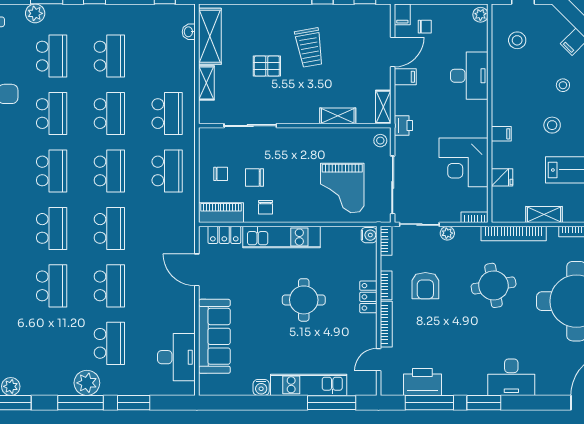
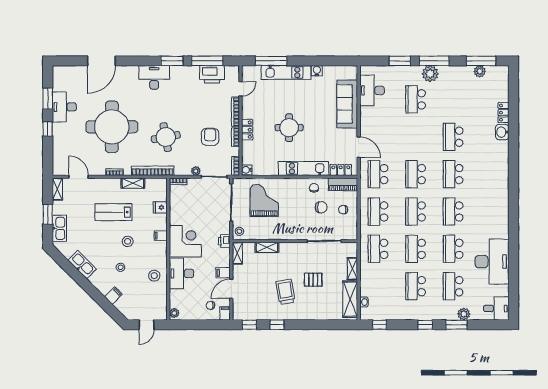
stool: (517, 40) -> (154, 276), moved
corner desk: (464, 162) -> (185, 241), moved
school desk: (109, 286) -> (378, 174), moved

